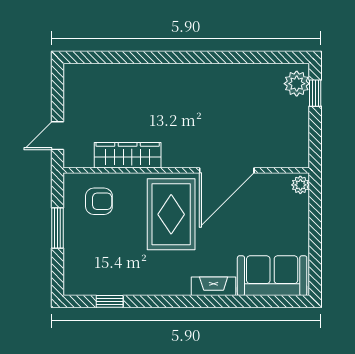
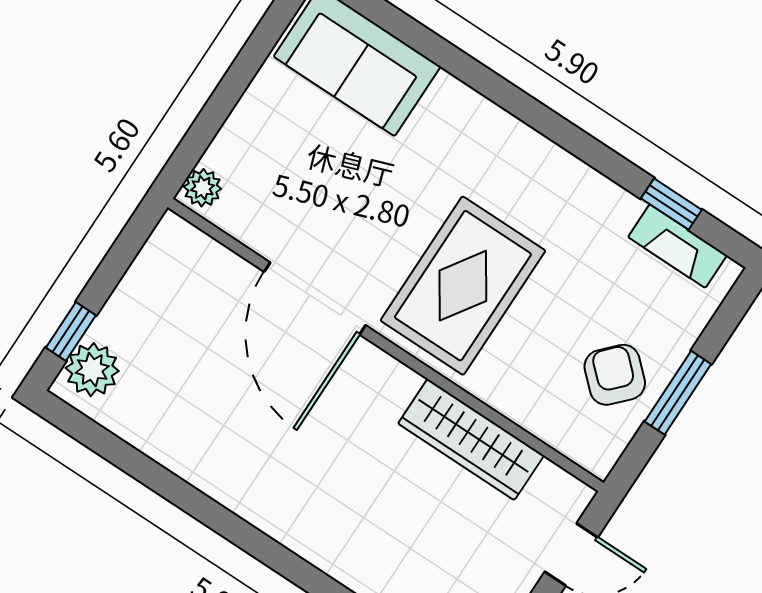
door: (227, 170) -> (315, 298), swing flipped
armchair: (99, 201) -> (615, 375), moved, turned 43
fireplace: (214, 286) -> (677, 246), moved

